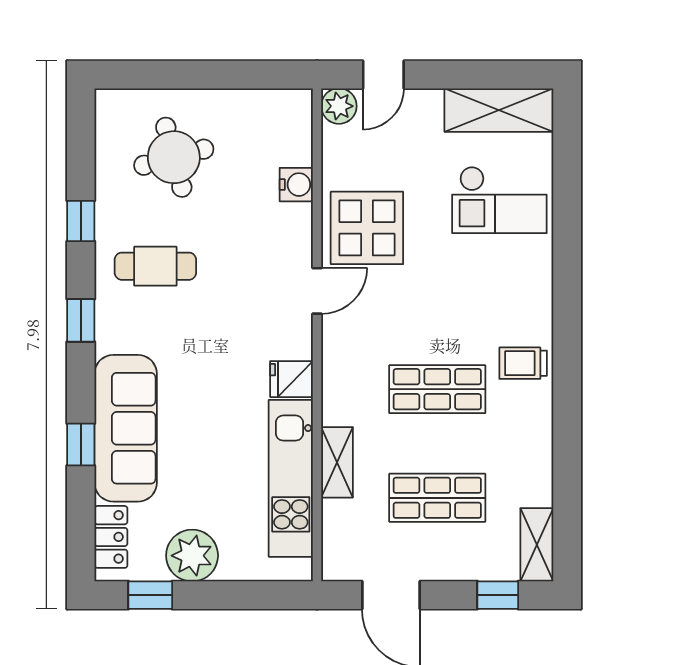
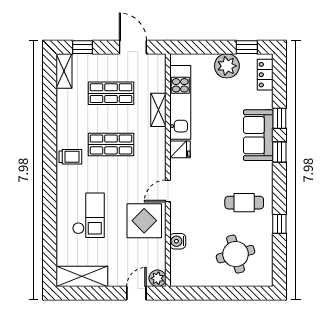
checkout: (499, 200) -> (88, 215), moved, turned 90
window: (81, 320) -> (279, 152), moved
sofa: (126, 428) -> (258, 135), width x0.73

